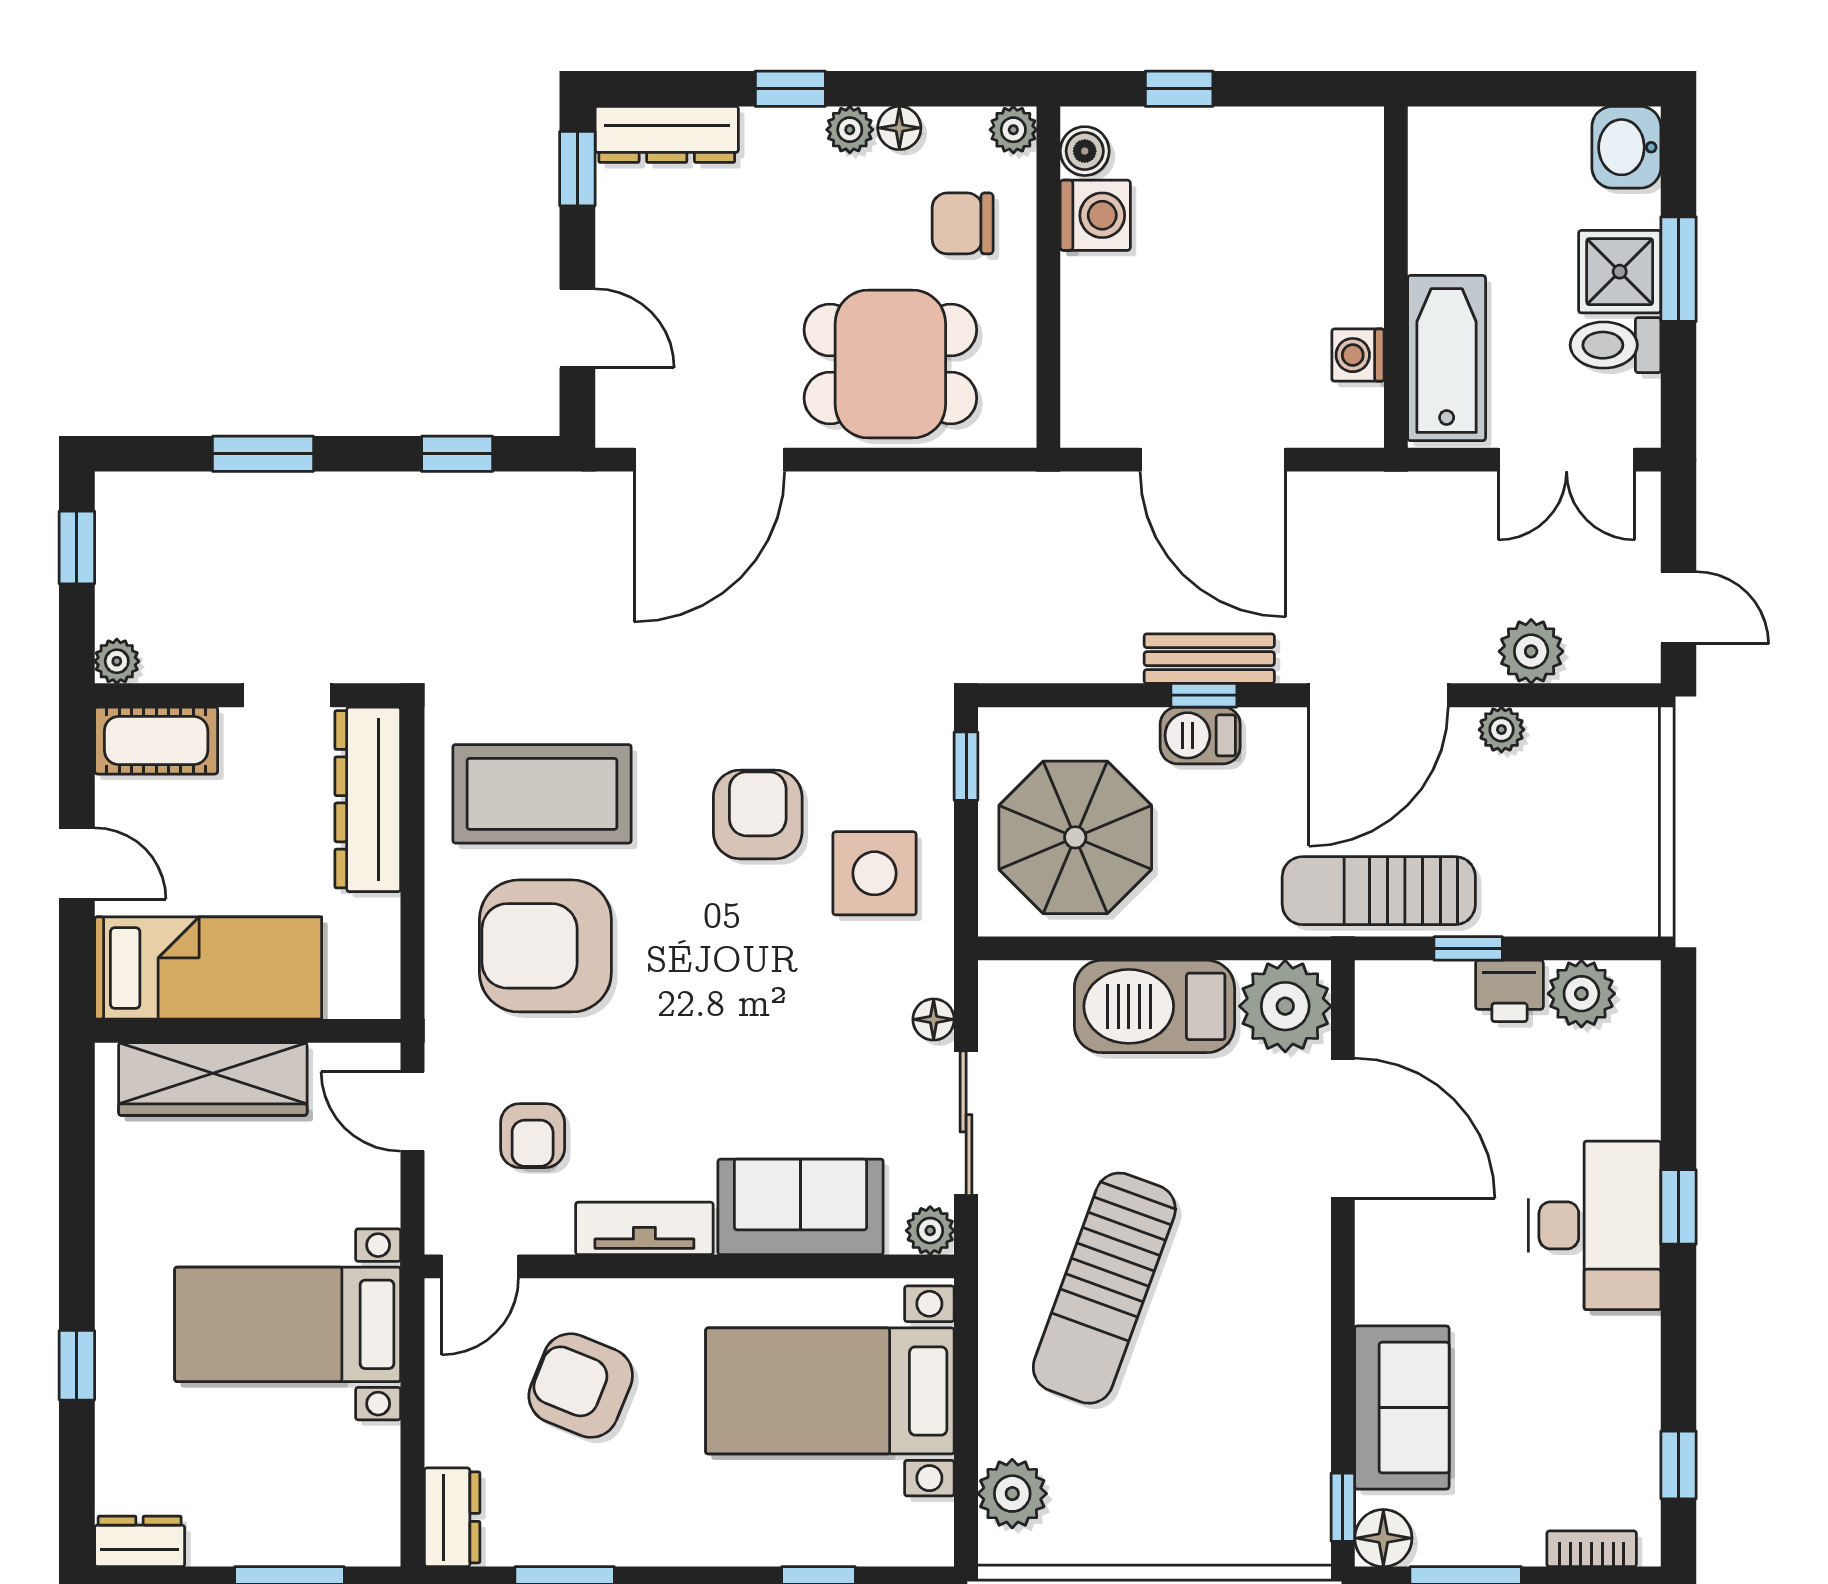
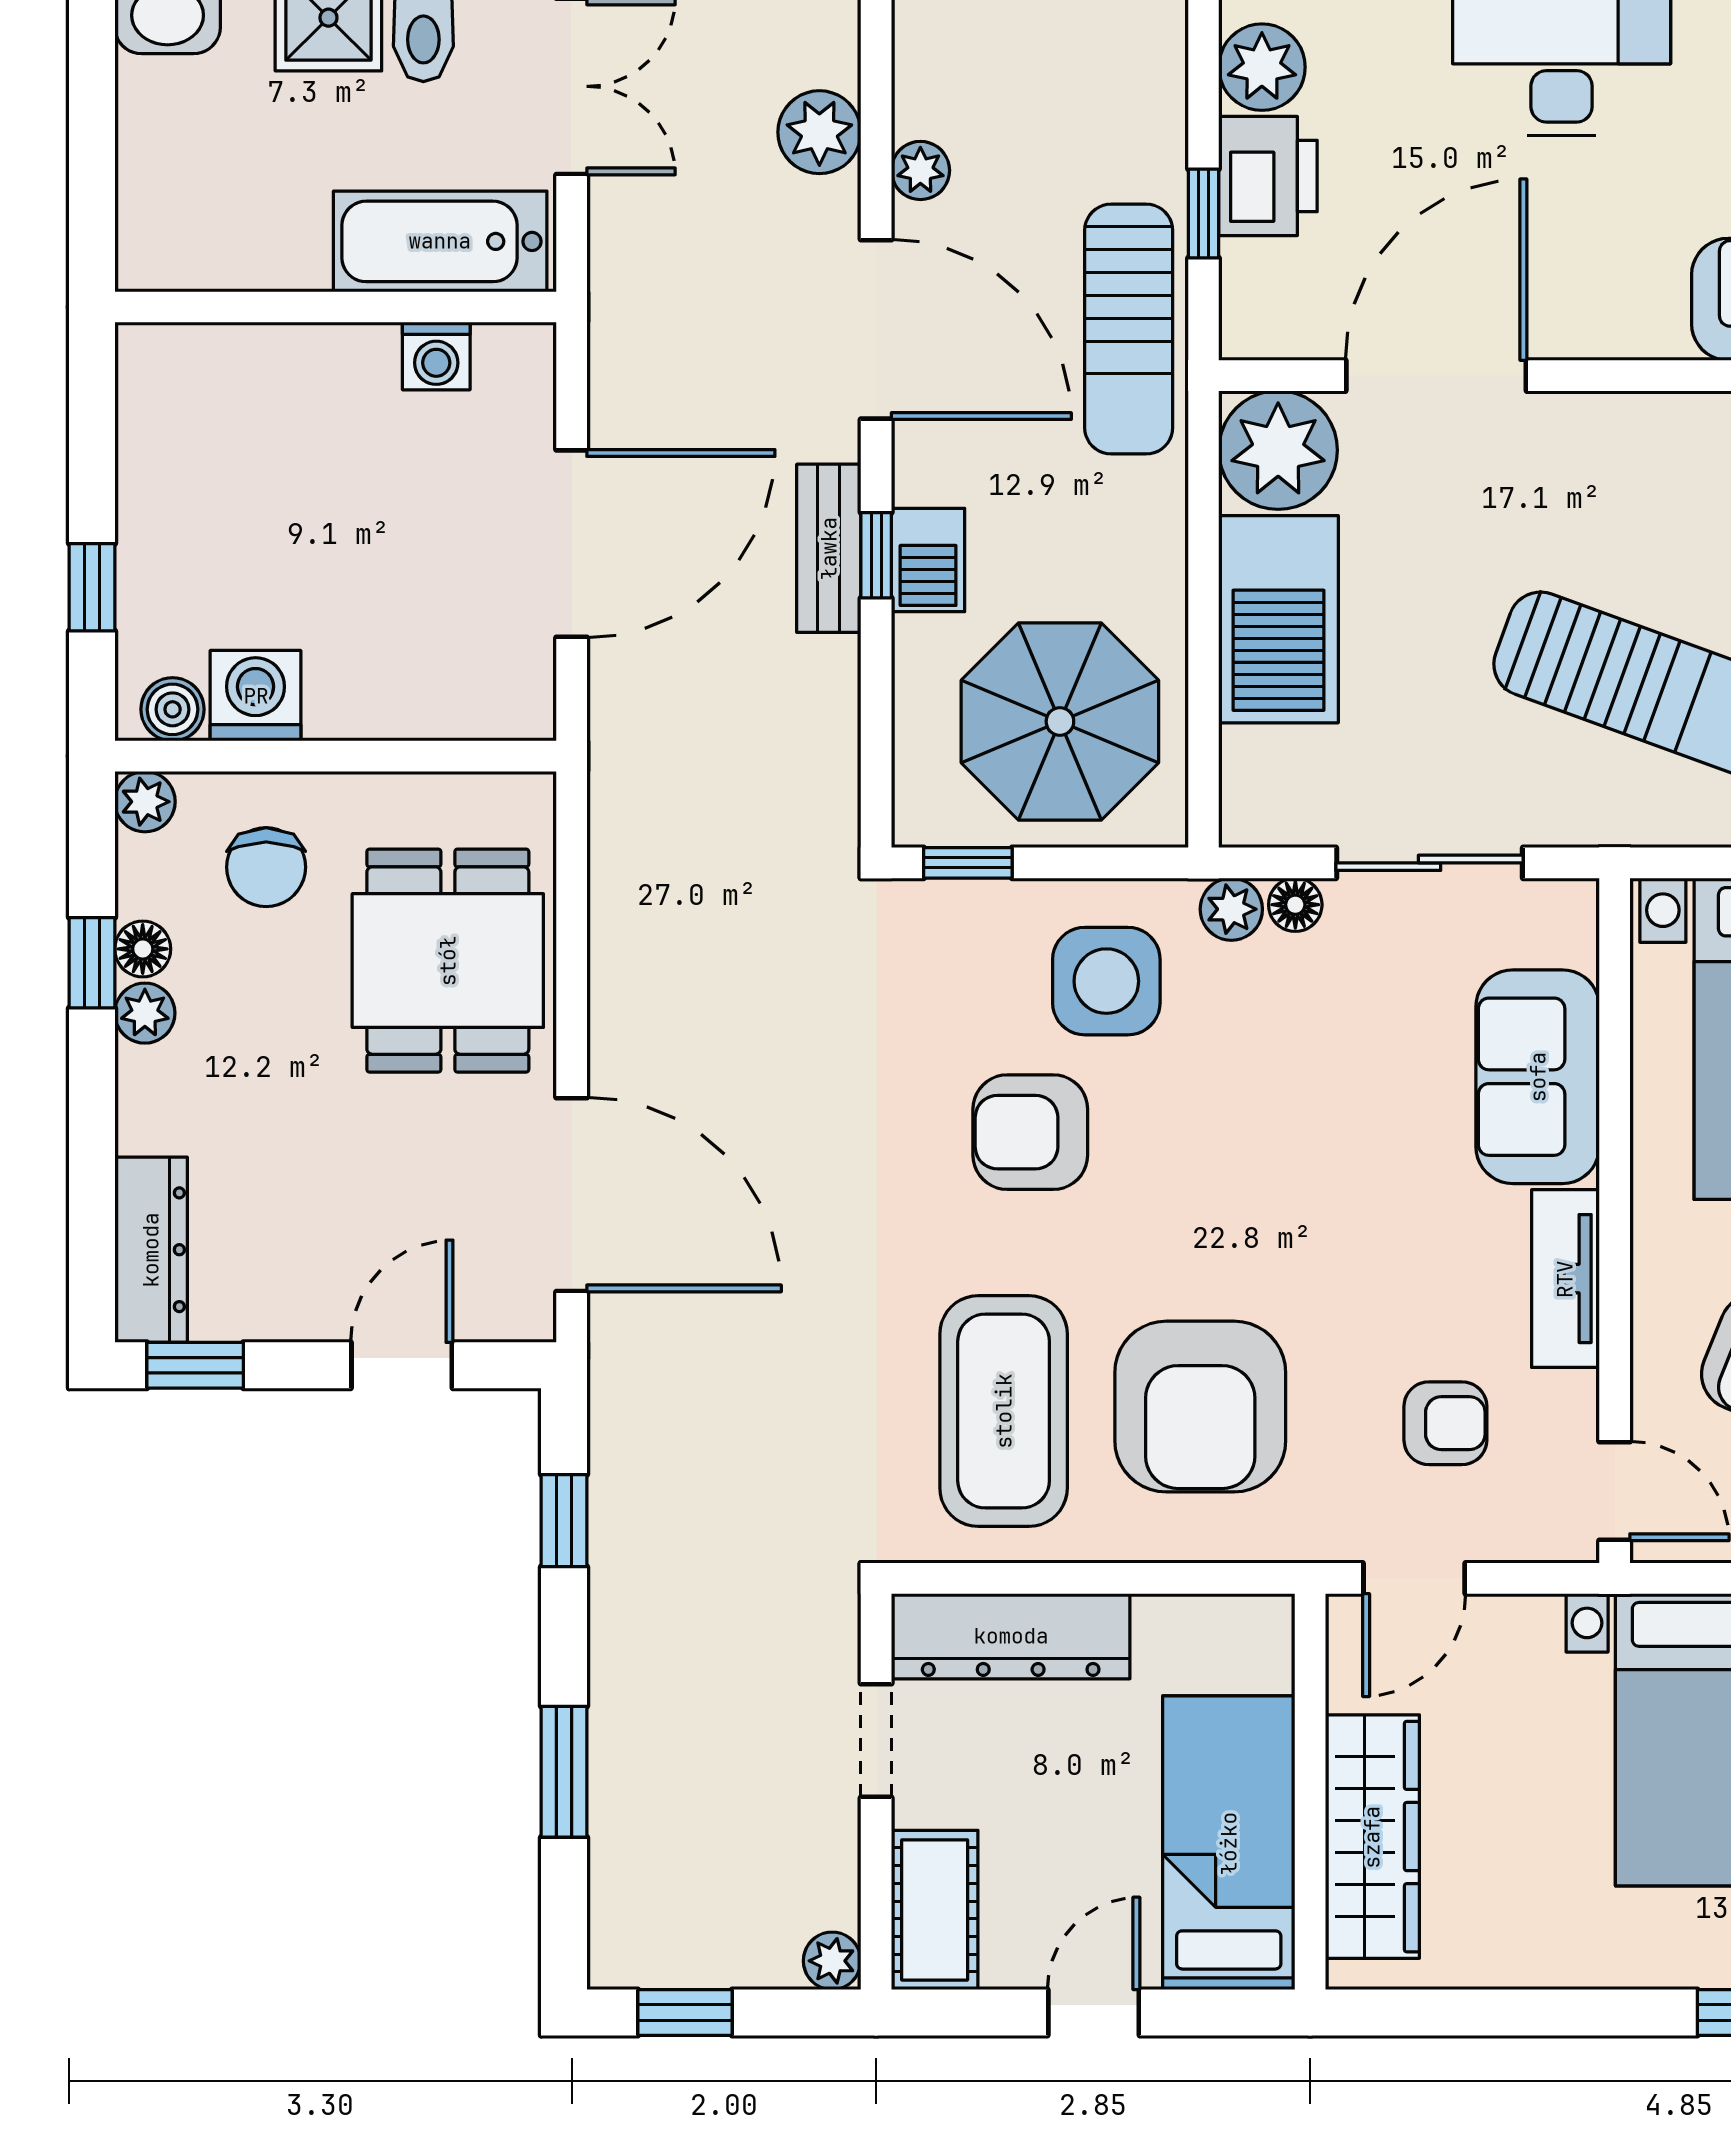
window: (790, 89) -> (92, 963), moved
printer: (1509, 991) -> (1268, 176), width x1.36, depth x1.24
plant: (930, 1231) -> (1231, 909), moved

